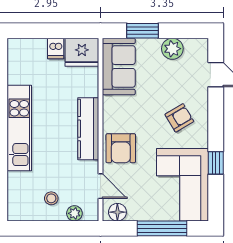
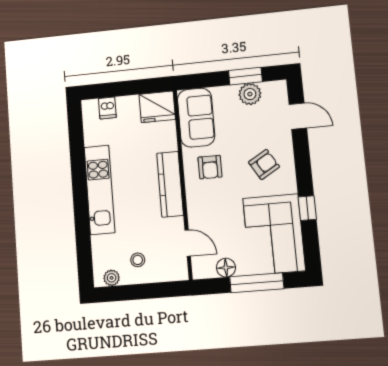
window: (143, 31) -> (245, 76), moved
dishwasher: (56, 48) -> (107, 108), moved
armchair: (121, 148) -> (210, 167), moved, width x0.72, depth x0.72
floor lamp: (117, 212) -> (226, 268), moved
plant: (74, 213) -> (112, 278), moved

